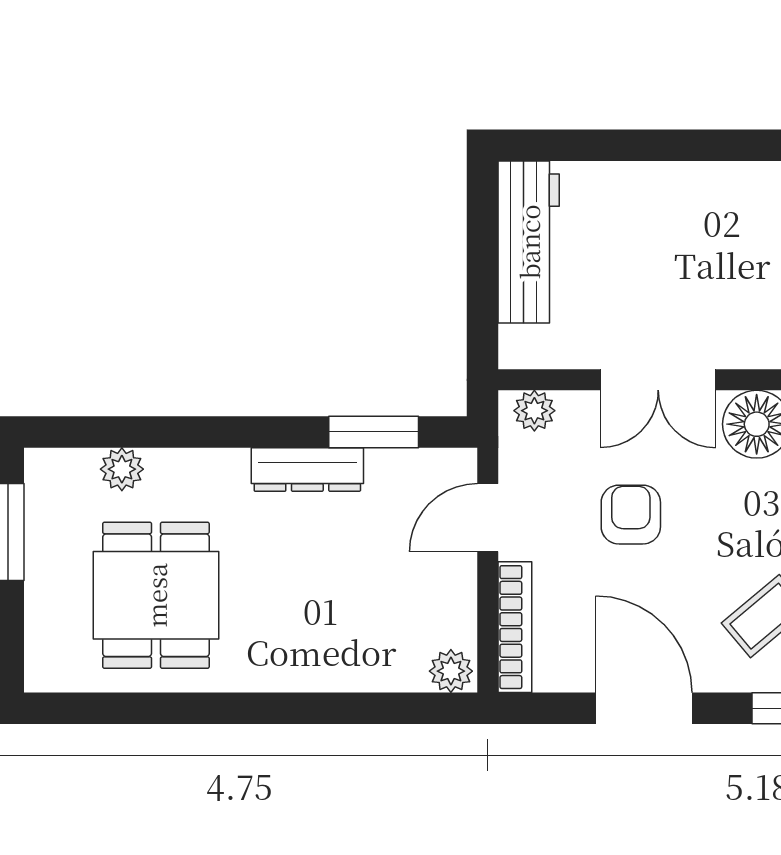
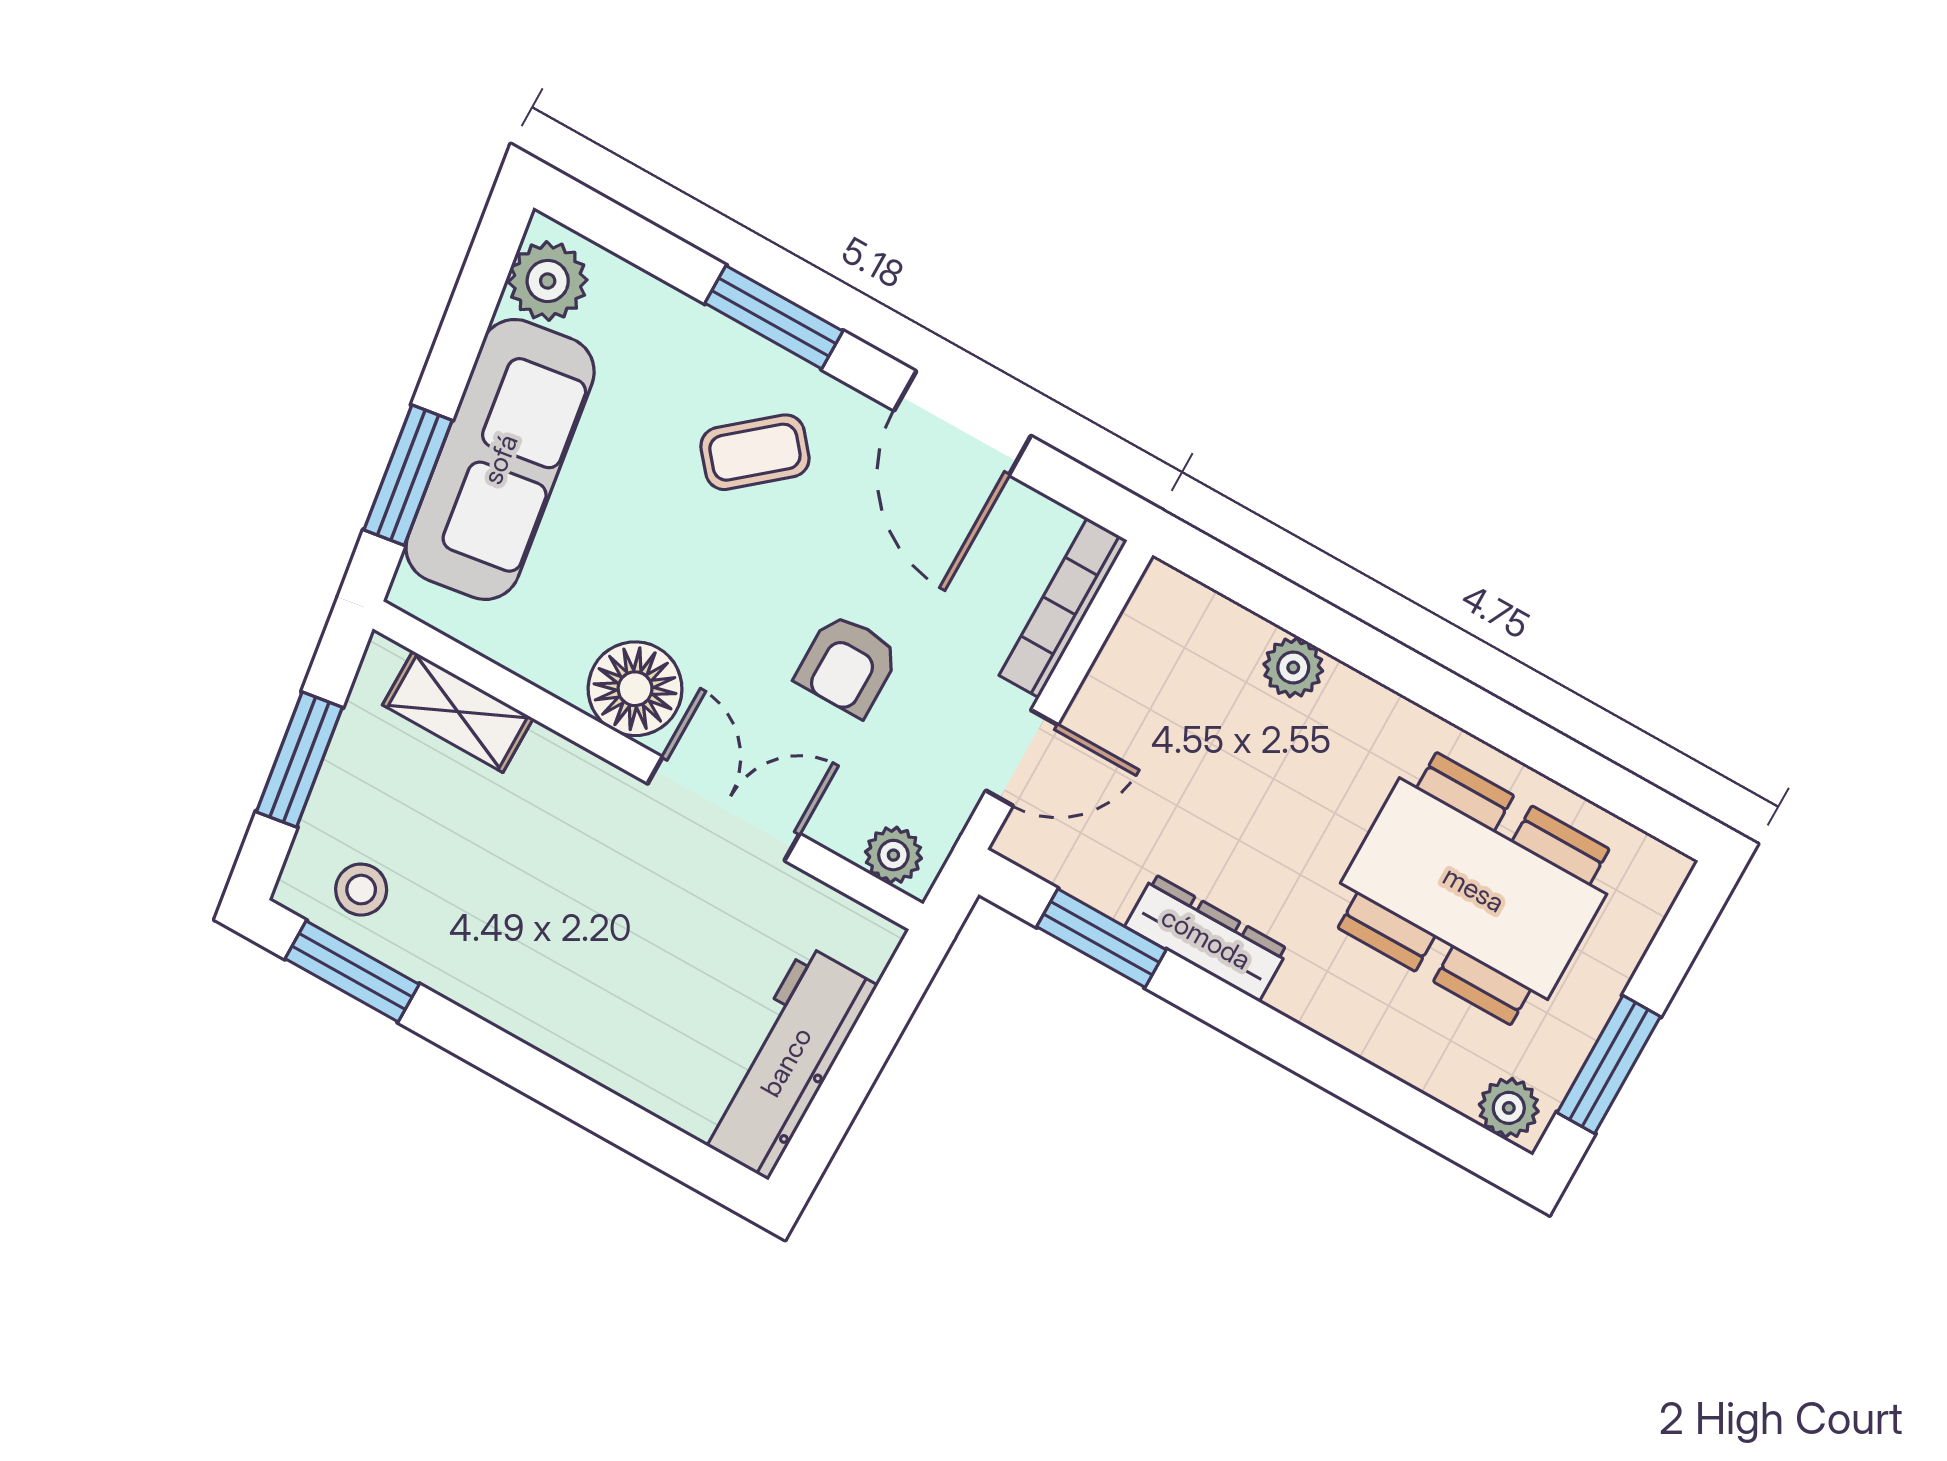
plant: (122, 469) -> (1509, 1108), moved
dining table: (156, 595) -> (1474, 889), width x1.38
plant: (451, 671) -> (1293, 667), moved

